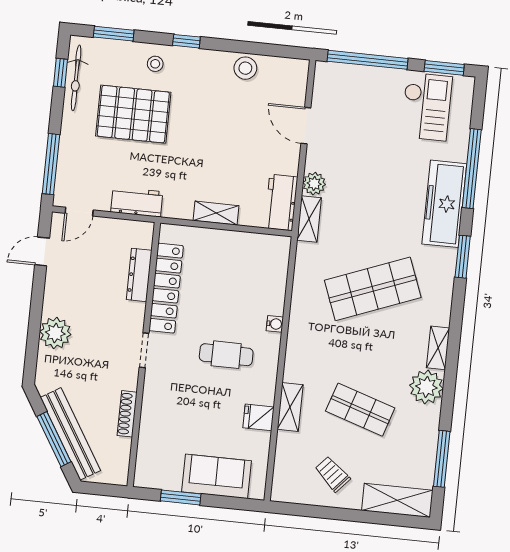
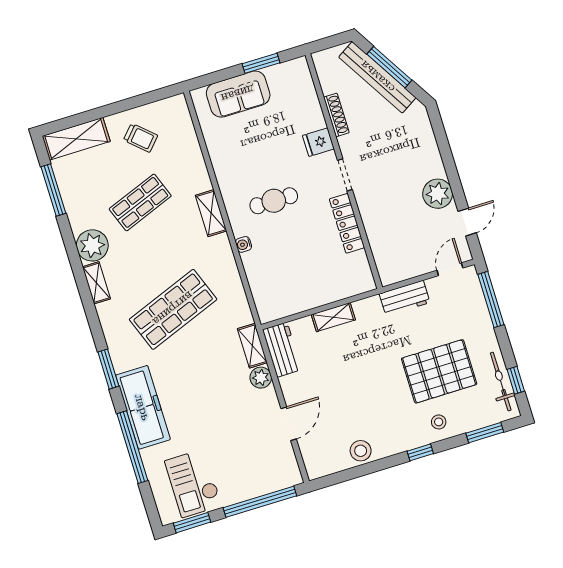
door: (306, 126) -> (289, 424), hinge flipped
dresser: (139, 275) -> (376, 237), removed
locker: (166, 288) -> (347, 223), width x0.71, depth x0.83
plant: (55, 333) -> (438, 194), moved
shelving: (290, 407) -> (211, 213), moved
shop shelf: (360, 410) -> (140, 202), turned -39
fridge: (258, 417) -> (318, 142), moved, turned 180

